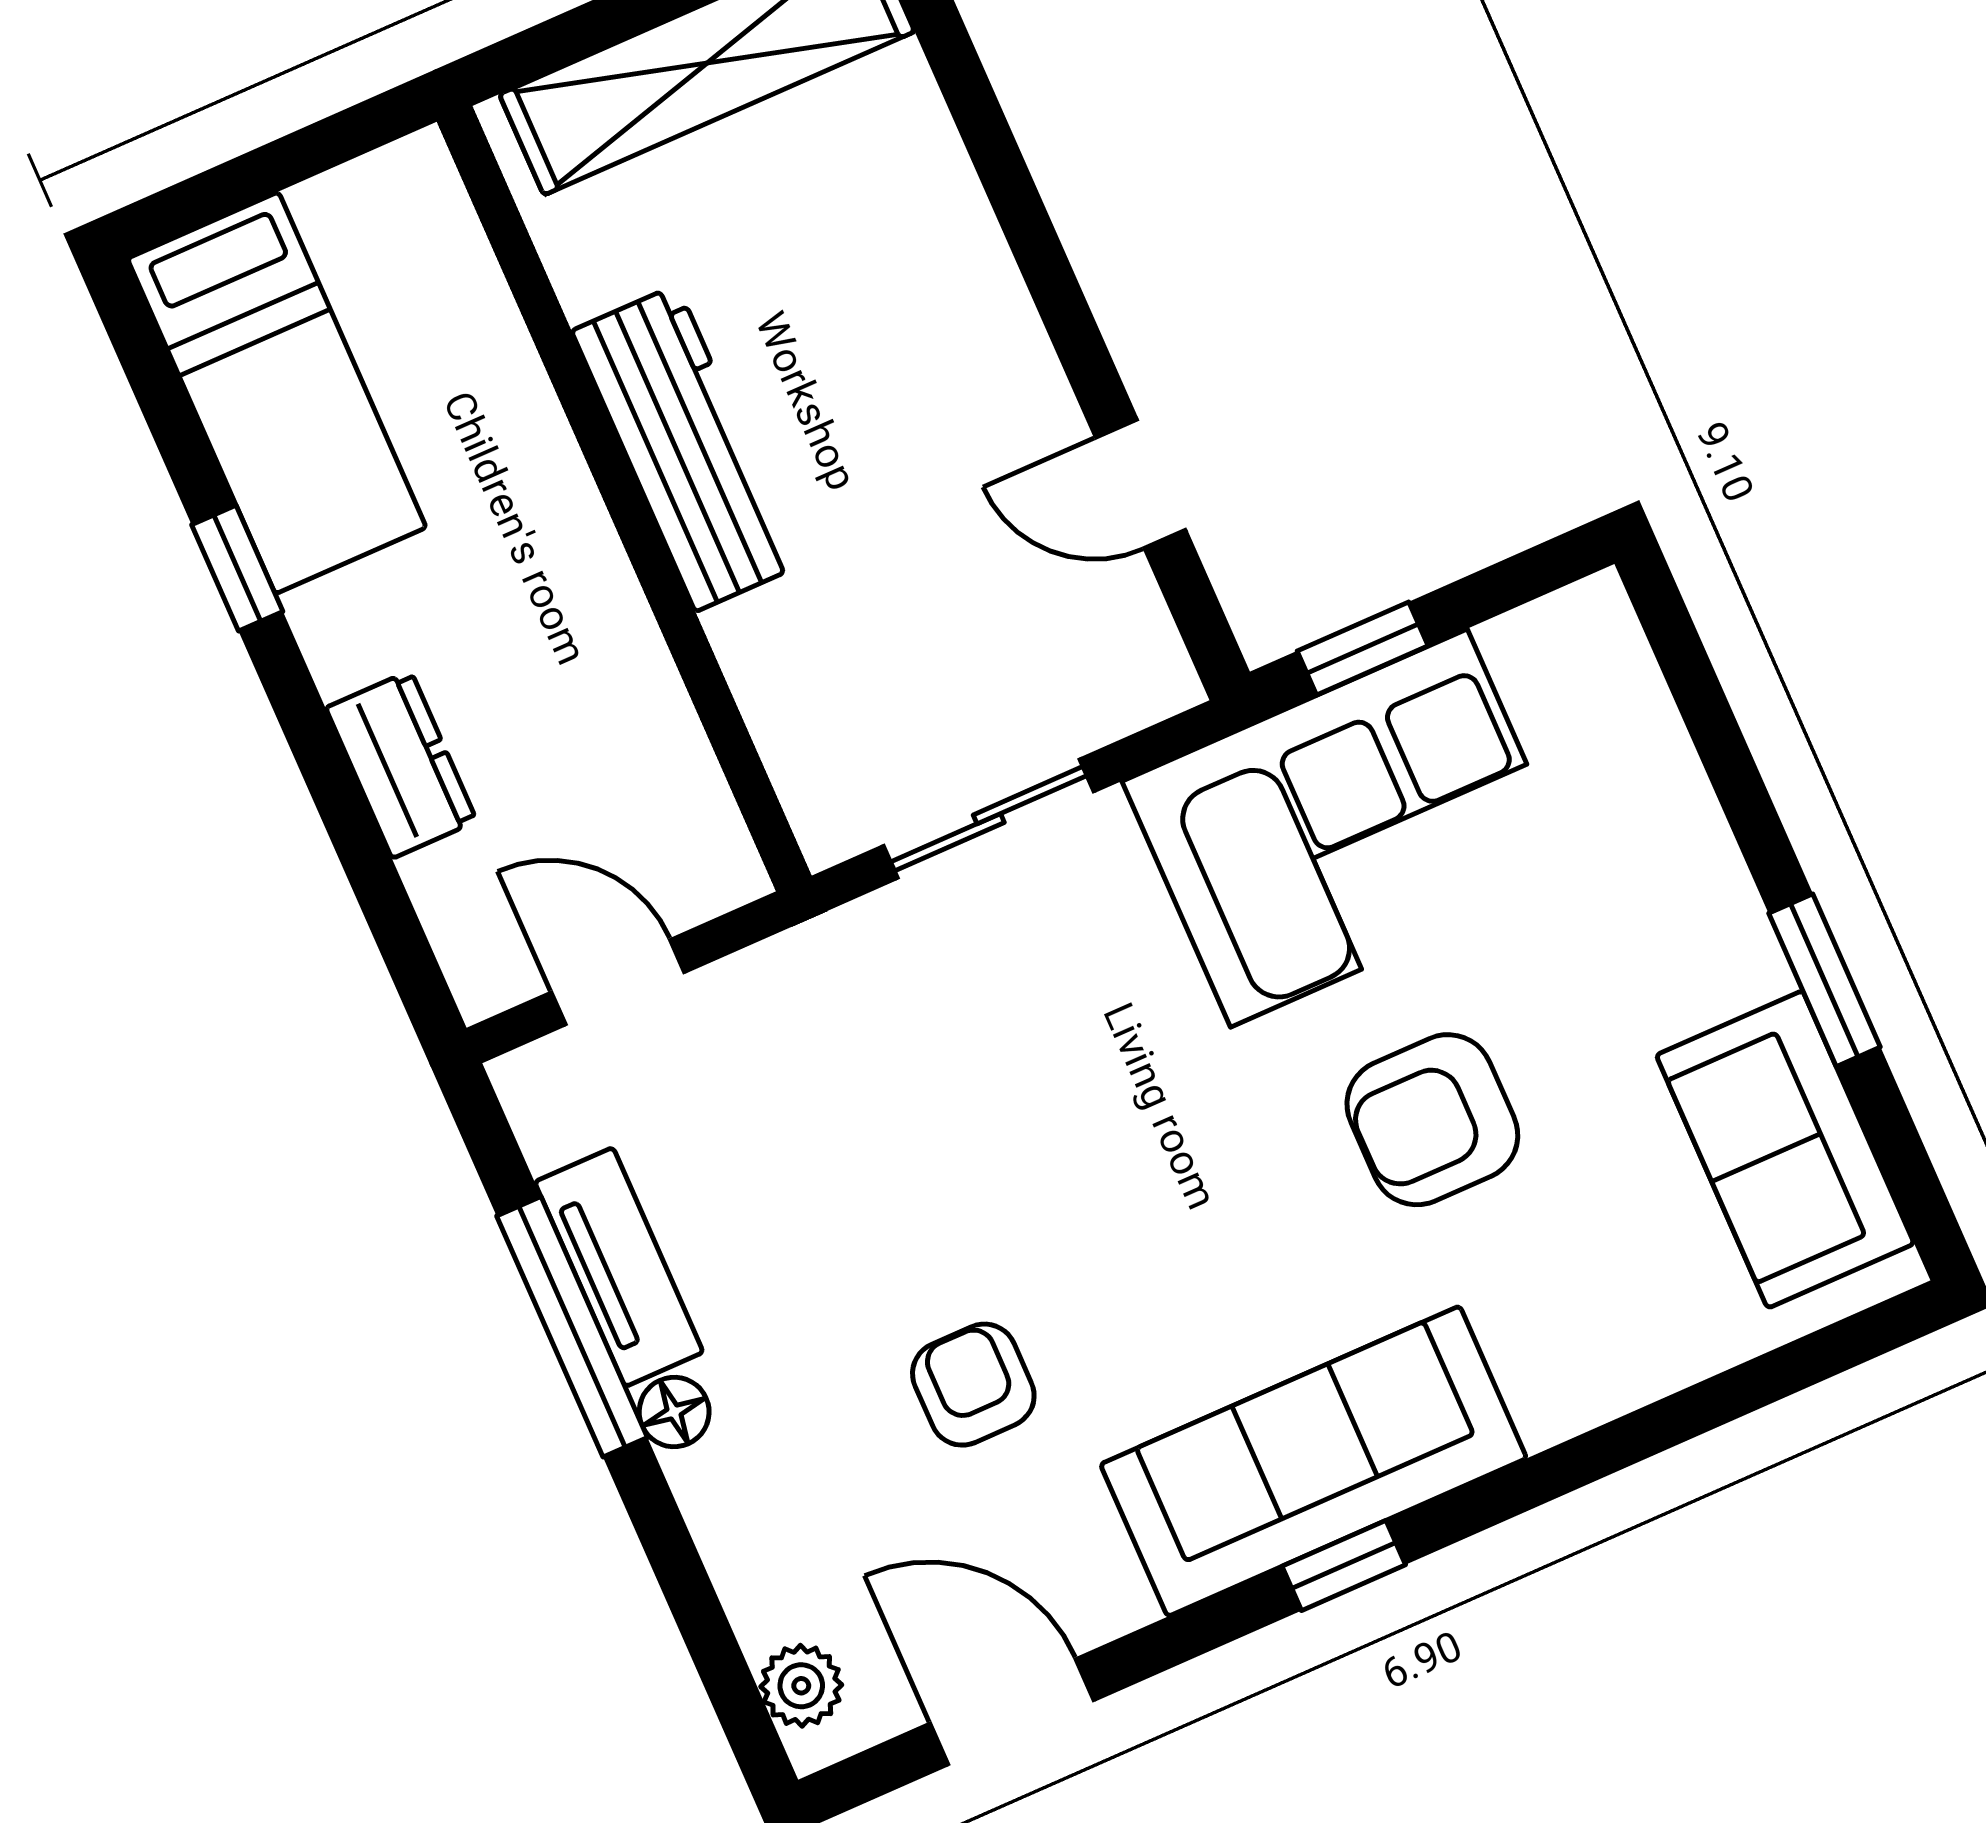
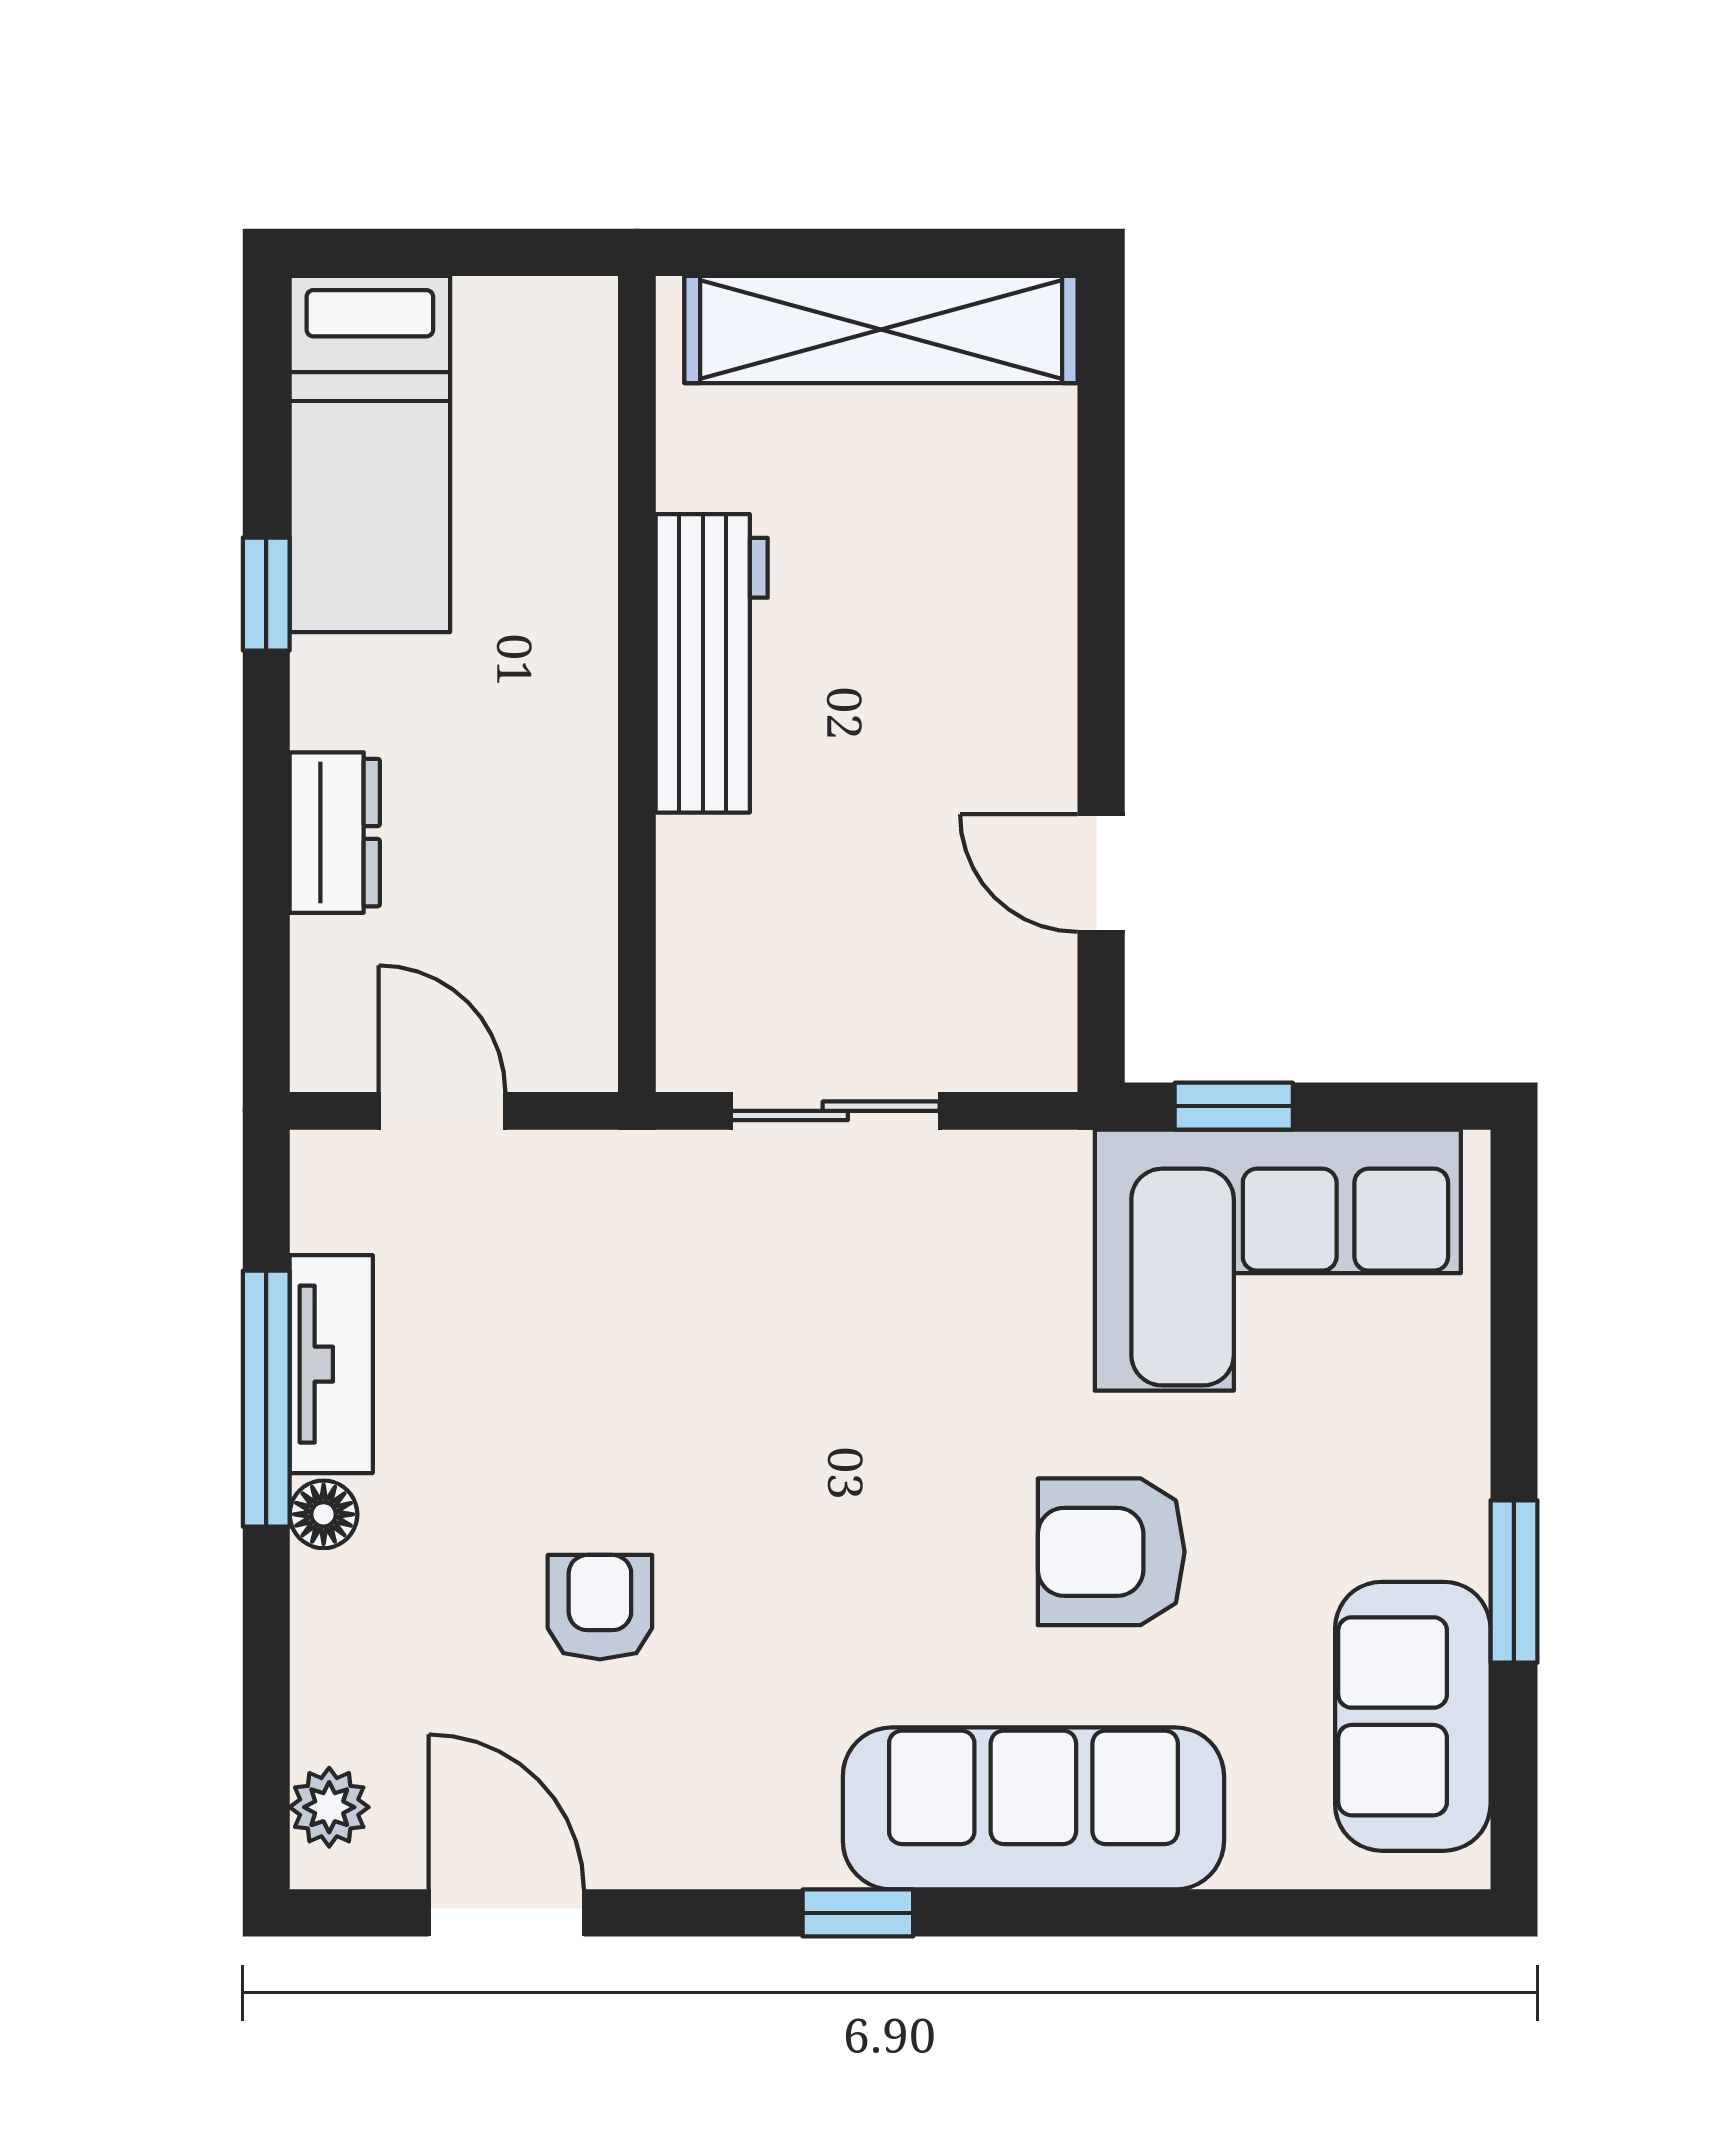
corner sofa: (1349, 828) -> (1278, 1260), moved
sofa: (1314, 1461) -> (1033, 1808), moved

